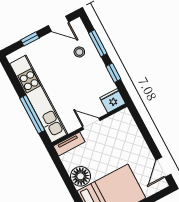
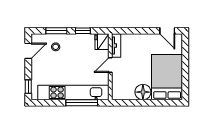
window: (30, 39) -> (28, 87), moved
tv unit: (69, 144) -> (116, 45), moved

